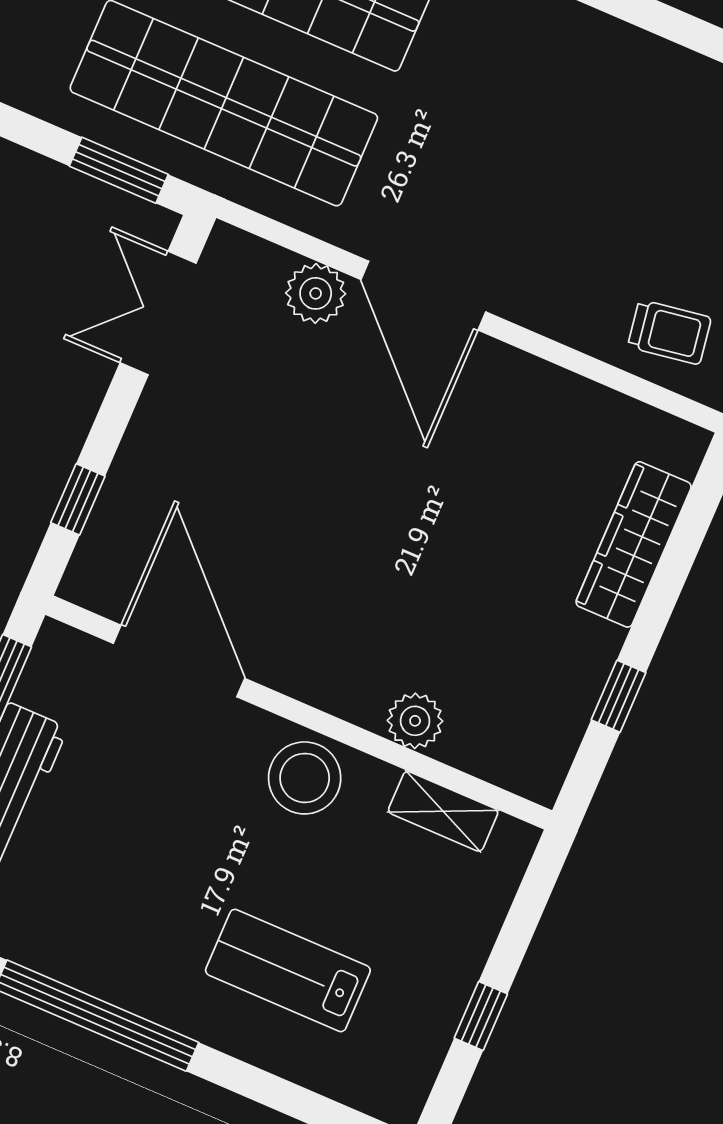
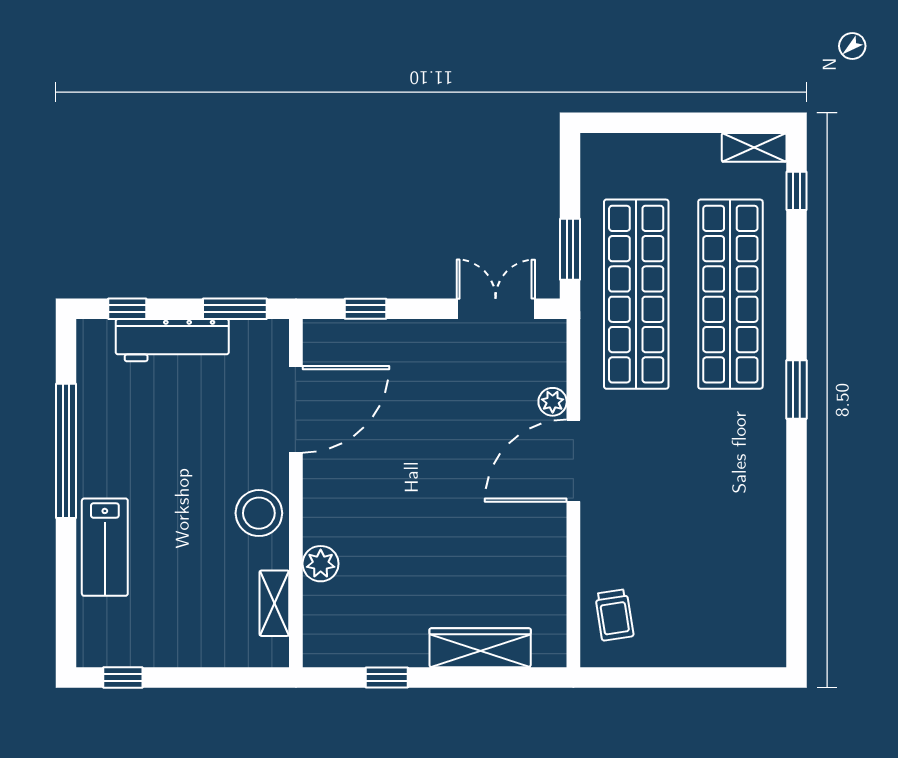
plant: (316, 293) -> (553, 402), width x0.73, depth x0.73
lab bench: (288, 970) -> (105, 547), moved, turned 180
window: (481, 1016) -> (123, 677), moved

